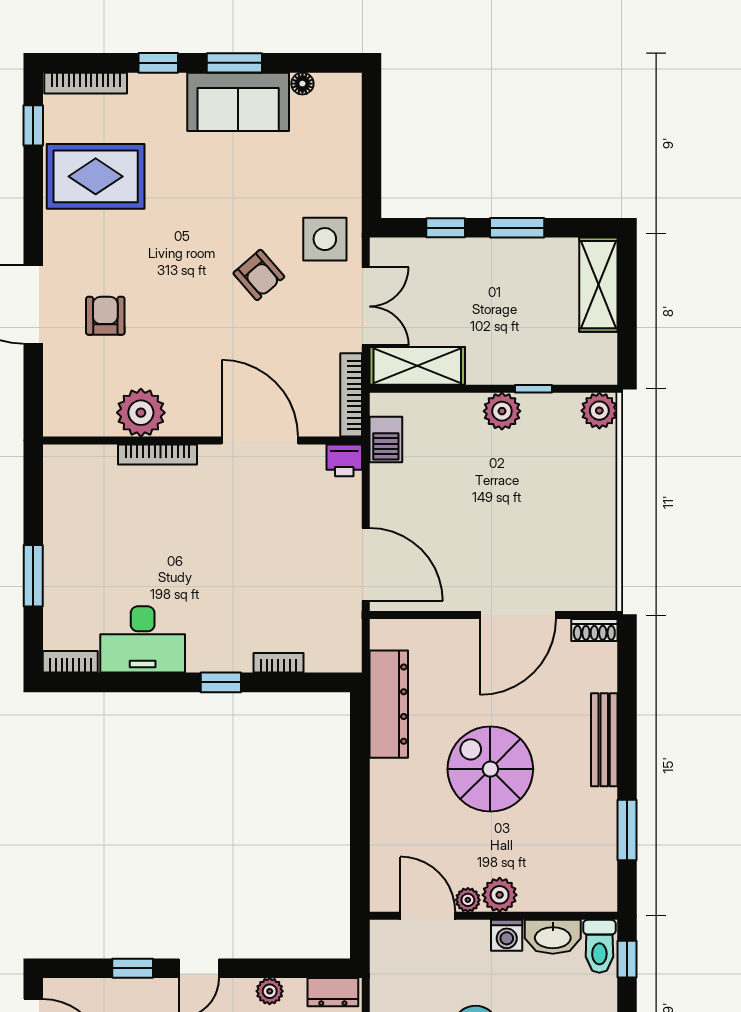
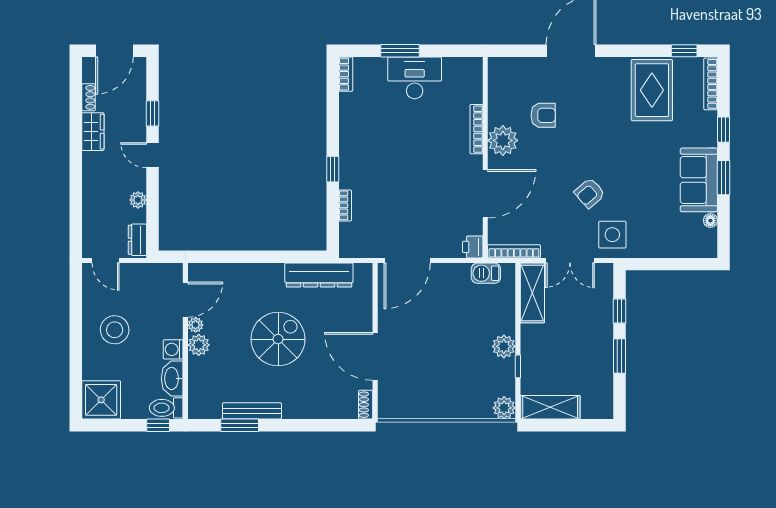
shelving: (598, 285) -> (550, 407), moved
armchair: (105, 316) -> (543, 115), moved
plant: (141, 413) -> (503, 140), moved
desk: (143, 639) -> (415, 78), moved, turned 90
bench: (604, 740) -> (252, 411), moved

